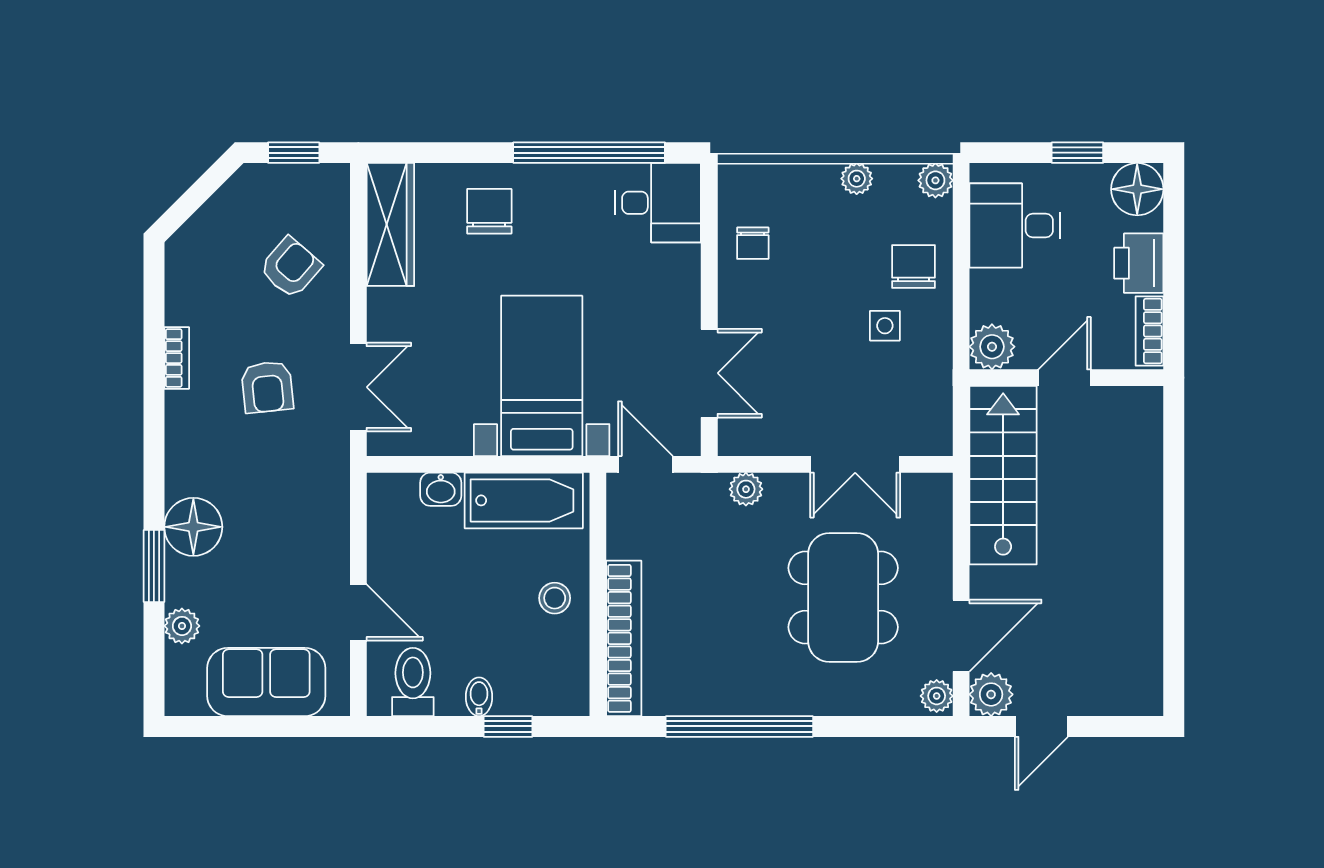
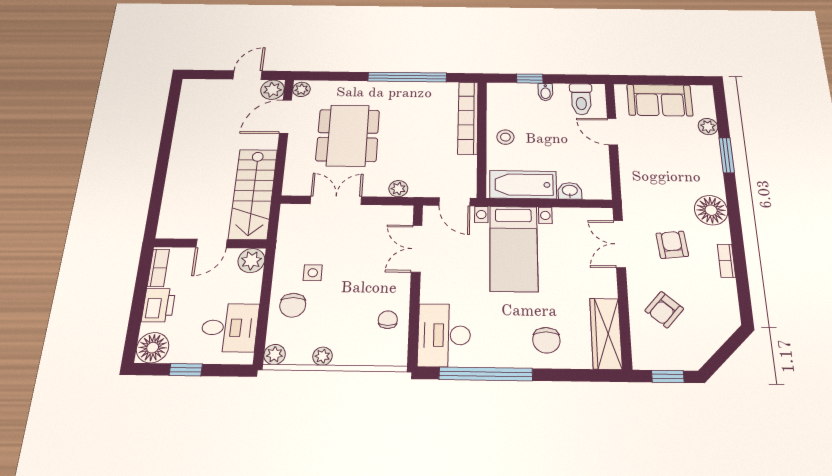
desk: (658, 203) -> (444, 335), width x1.37
floor lamp: (193, 527) -> (711, 210), moved

